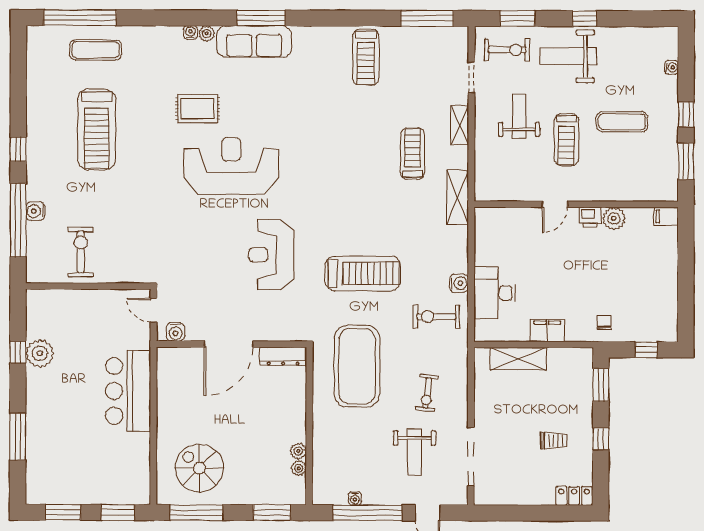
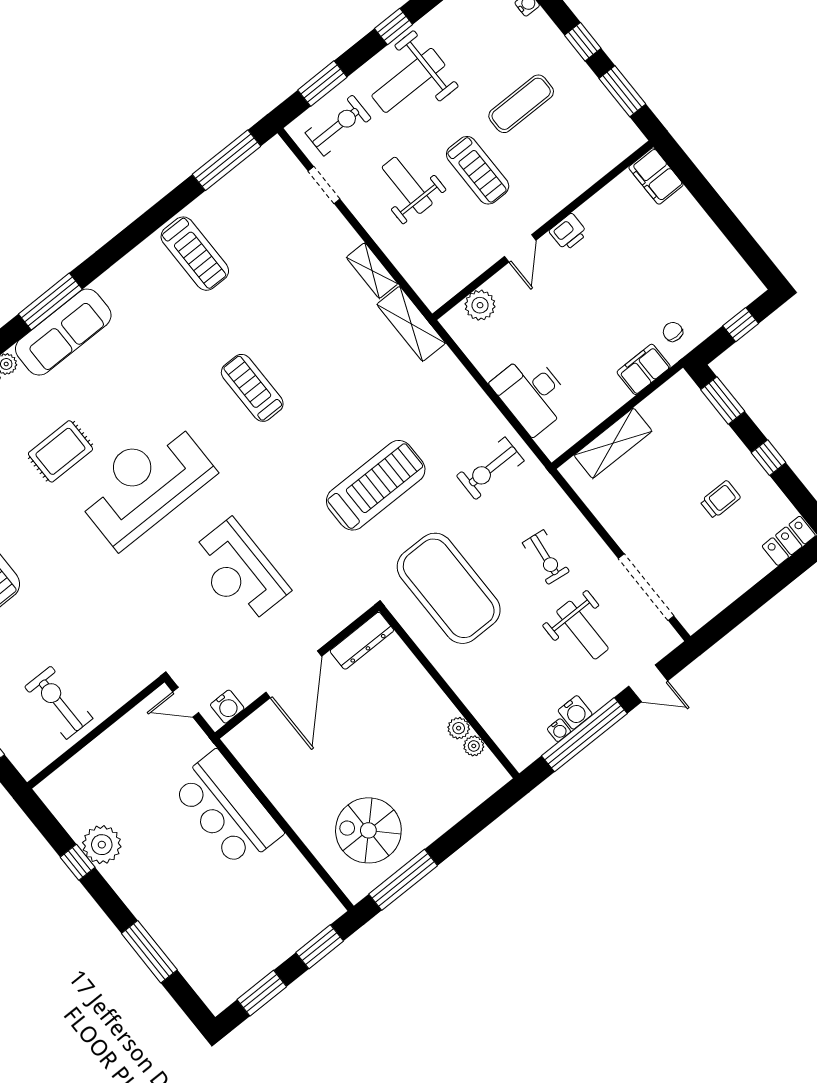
shelving: (460, 125) -> (372, 271), moved
treadmill: (412, 154) -> (252, 388), moved
filing cabinet: (666, 216) -> (656, 176), width x2.00
plant: (614, 218) -> (480, 305), moved
reception desk: (271, 255) -> (239, 572), moved
water cooler: (459, 283) -> (575, 712), moved, turned 90
filing cabinet: (547, 331) -> (644, 369), moved
window: (272, 513) -> (483, 816), removed

